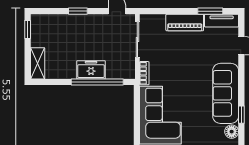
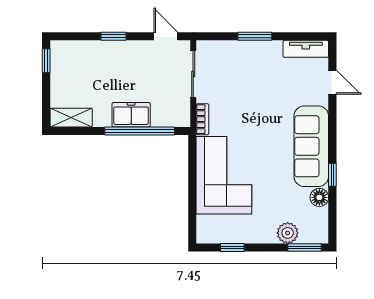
window: (210, 11) -> (255, 36), moved
piano: (185, 22) -> (257, 51), removed
shelving: (38, 63) -> (71, 118), moved, turned 90

